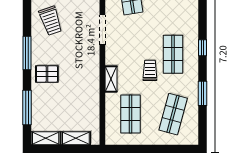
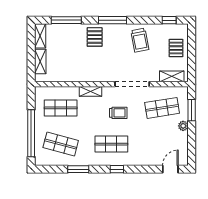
trolley: (51, 21) -> (140, 40), turned -82
doorway: (102, 30) -> (132, 84), width x1.36
trolley: (150, 70) -> (118, 113), moved
window: (160, 149) -> (31, 133), added

